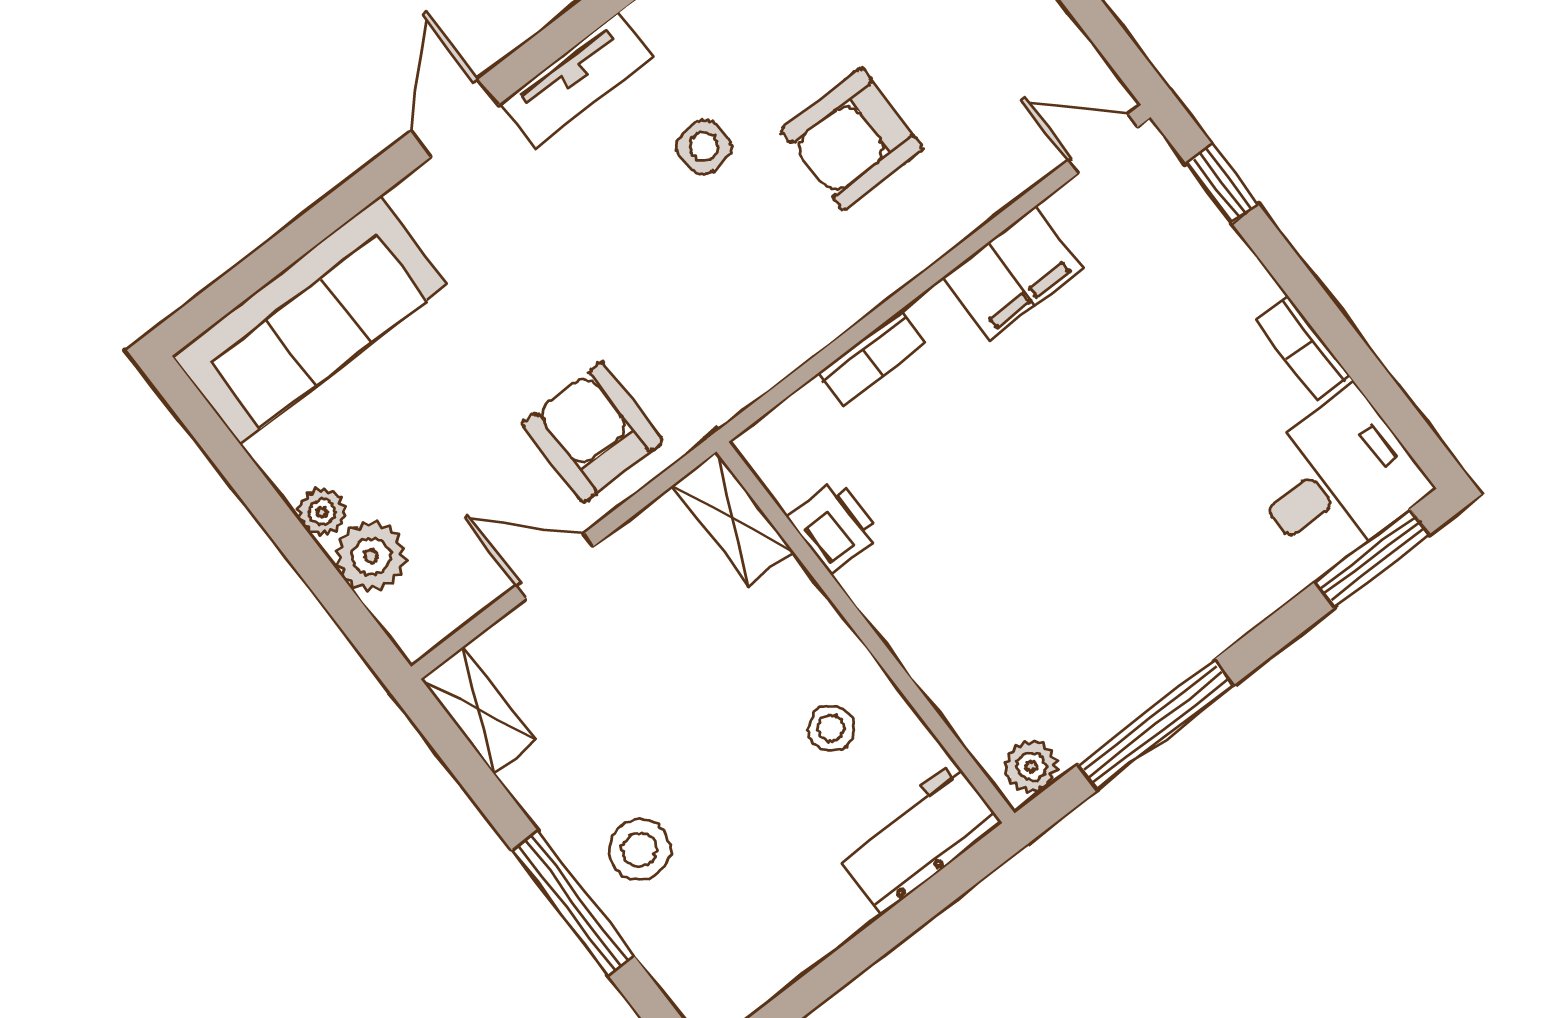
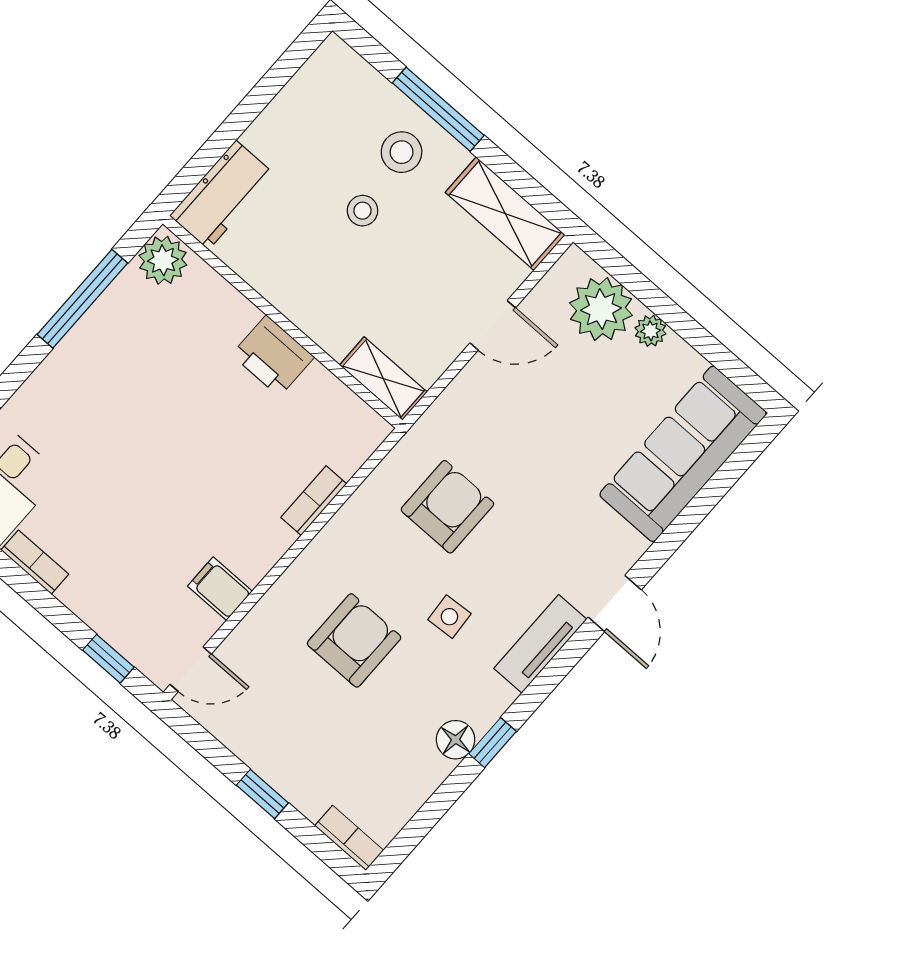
filing cabinet: (1013, 273) -> (220, 589), width x0.50
armchair: (592, 432) -> (447, 507), moved, turned -90
printer: (834, 526) -> (273, 356), moved, width x1.36, depth x1.24
plant: (371, 556) -> (601, 309), width x1.36, depth x1.36
shelving: (478, 710) -> (505, 214), width x1.50, depth x1.33
stool: (831, 728) -> (362, 211), moved
plant: (1031, 767) -> (163, 260), width x1.38, depth x1.38

